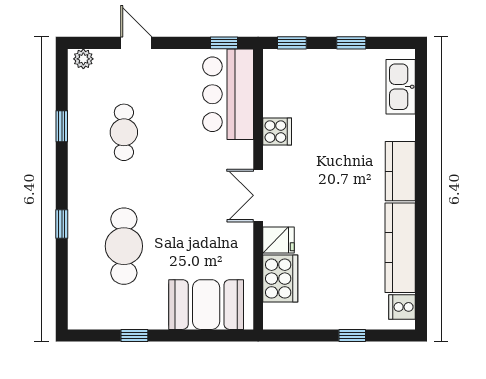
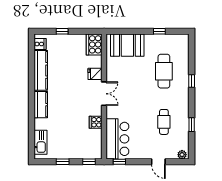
cooker: (280, 279) -> (94, 44), moved

